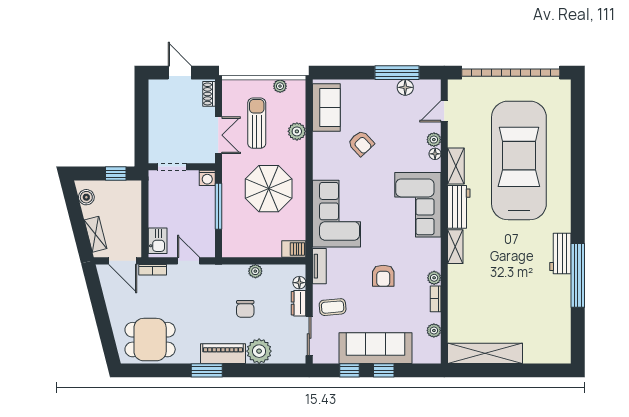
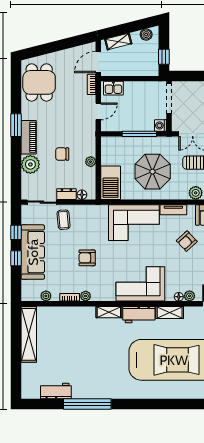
doorway: (172, 167) -> (169, 99), width x1.38
barbecue: (294, 249) -> (111, 183), width x1.88, depth x1.53
workbench: (560, 253) -> (56, 391), moved
tv unit: (319, 266) -> (173, 210), moved

